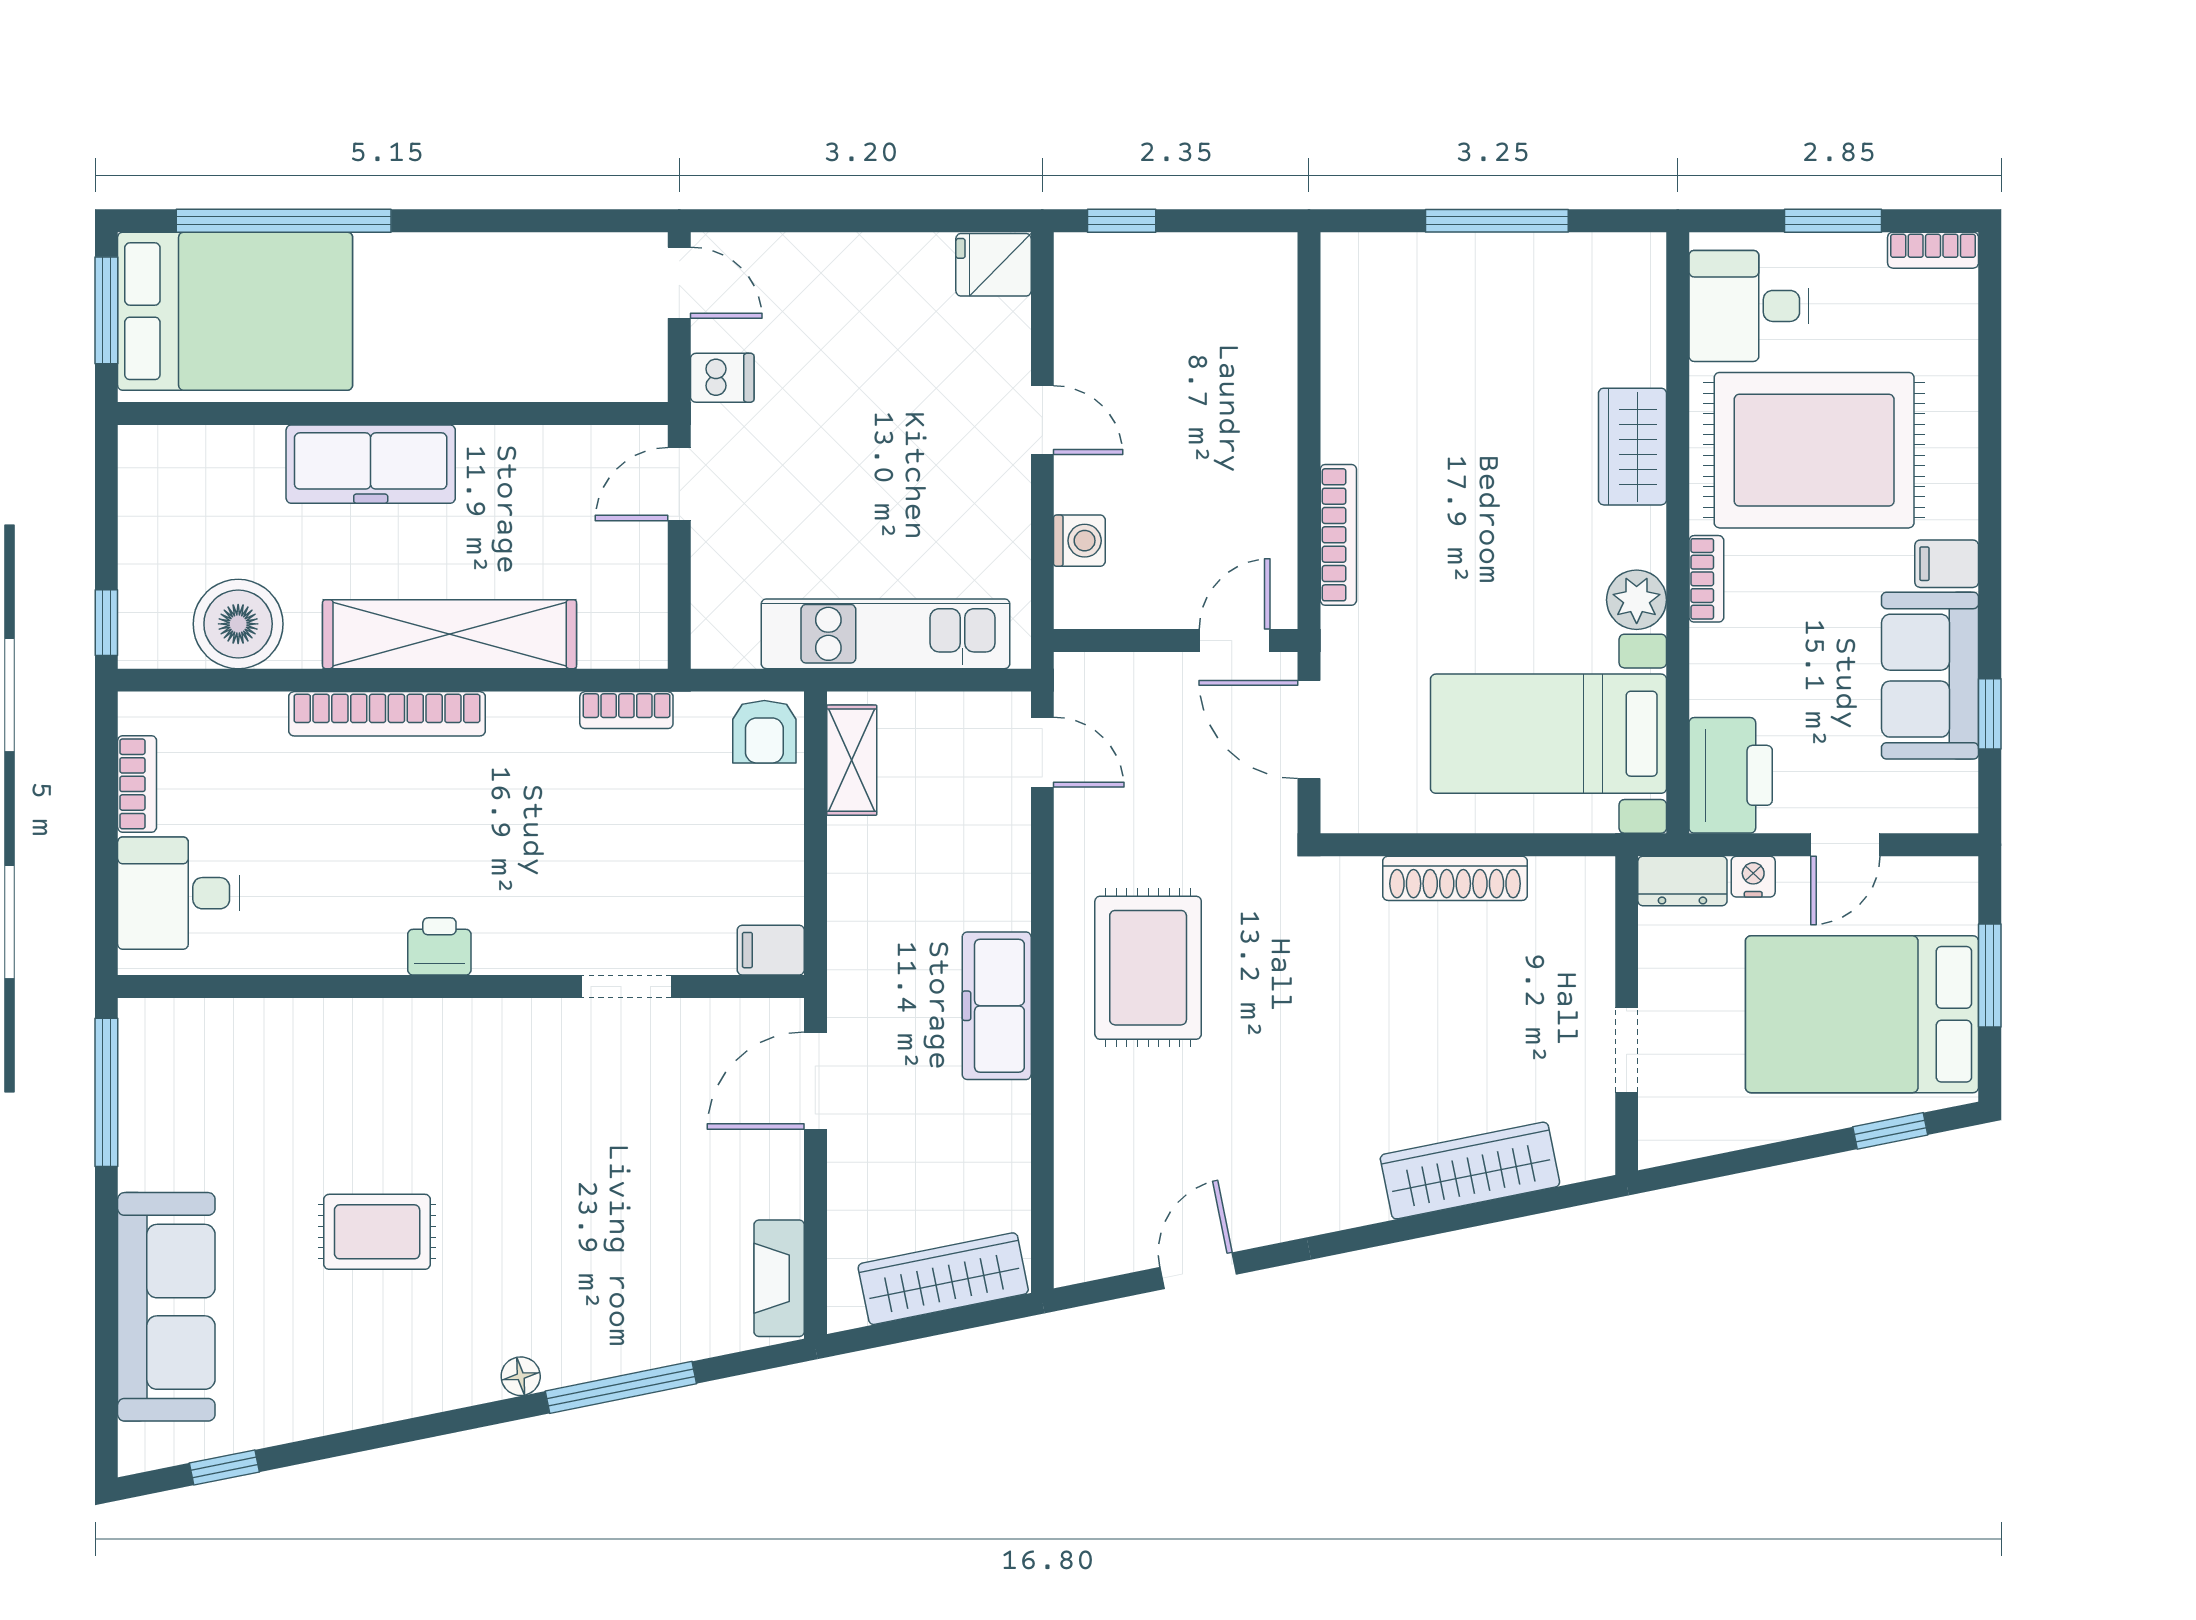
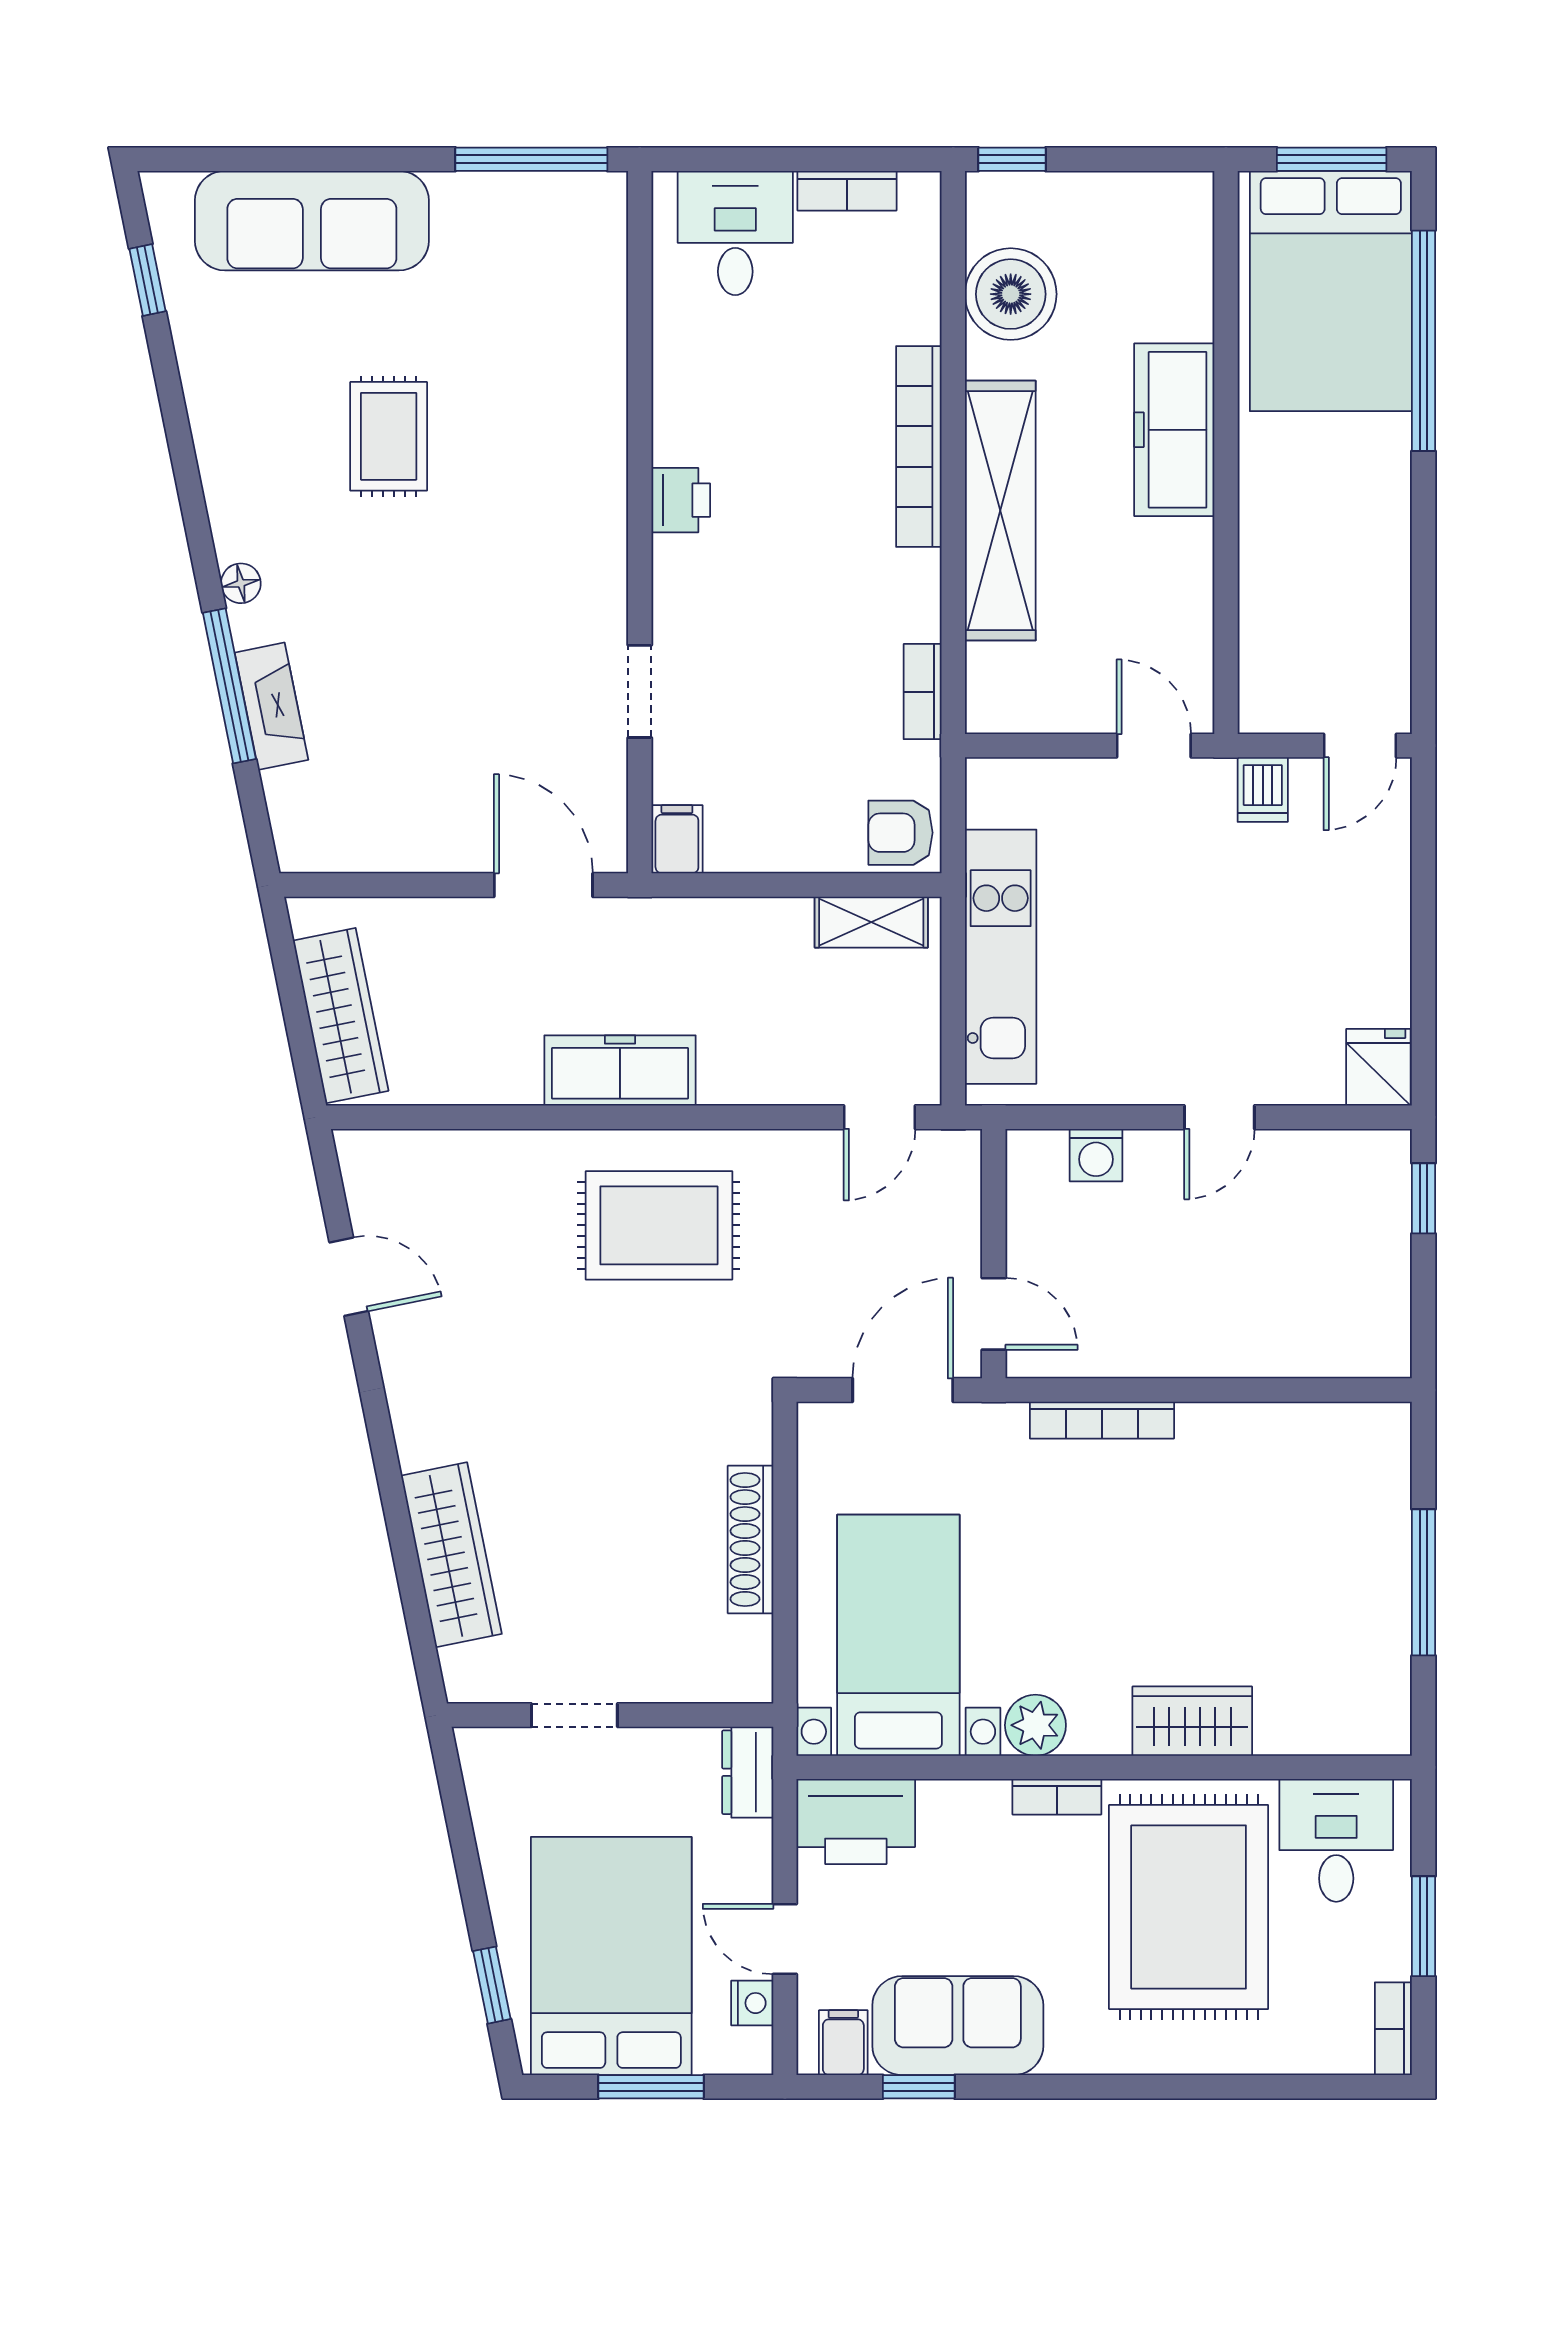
filing cabinet: (1947, 564) -> (843, 2043), moved
nightstand: (1753, 877) -> (752, 2003), moved
fireplace: (779, 1278) -> (271, 706), moved, turned 79

